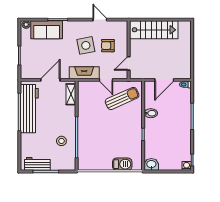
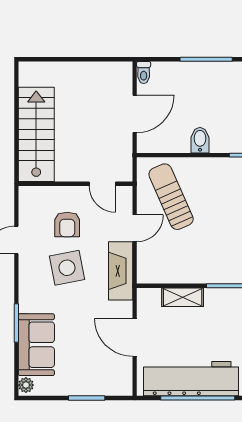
door: (164, 80) -> (135, 114), hinge flipped
shelving: (71, 94) -> (183, 297), moved

